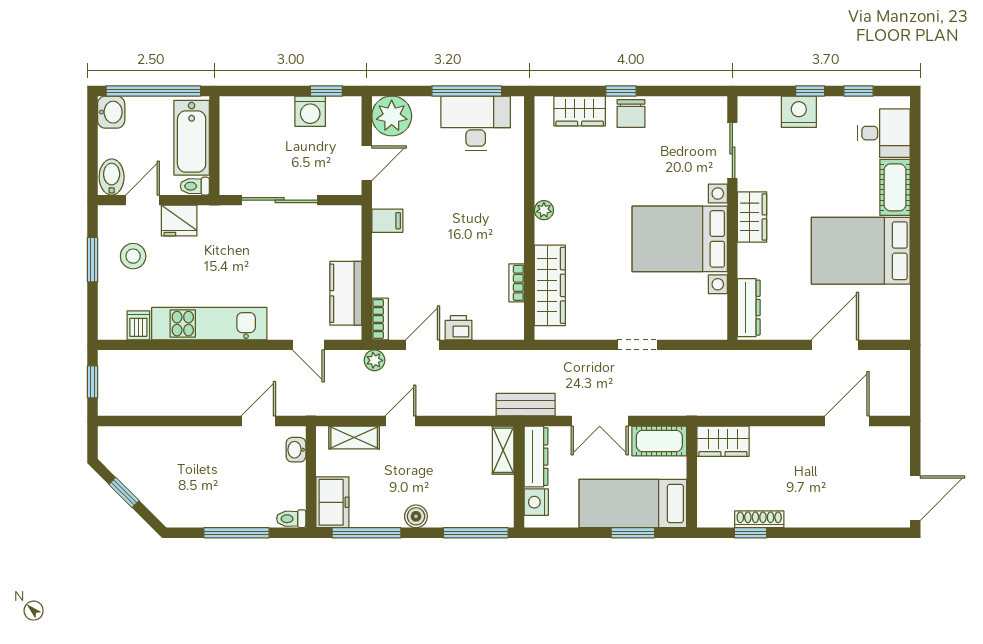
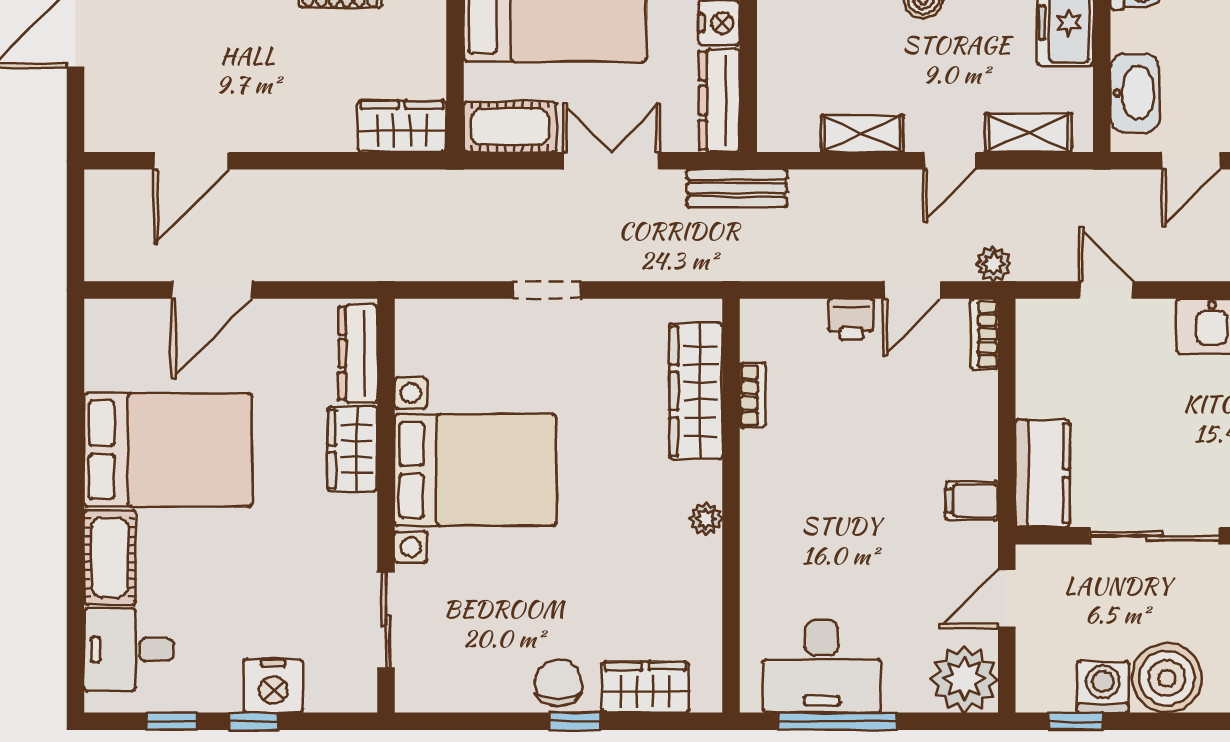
boiler: (273, 116) -> (1167, 678), added
wardrobe: (752, 217) -> (352, 449), moved
kitchen counter: (346, 293) -> (1042, 473), moved
washbasin: (296, 450) -> (1135, 93), width x1.91, depth x1.45
shelving: (503, 450) -> (862, 134), moved, turned 90

